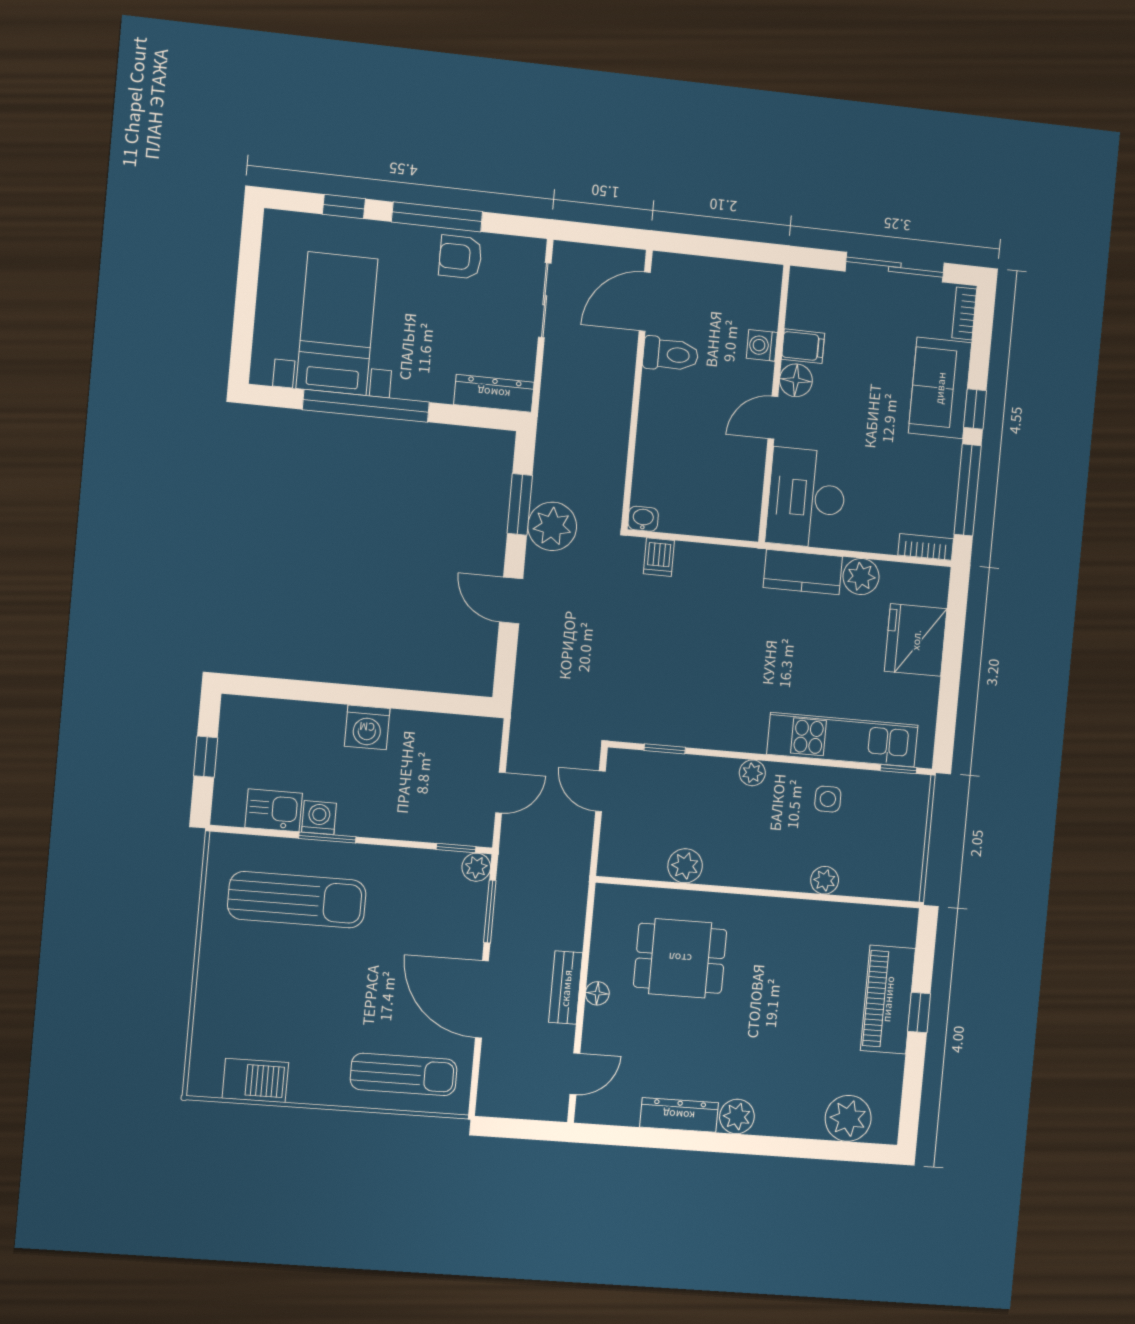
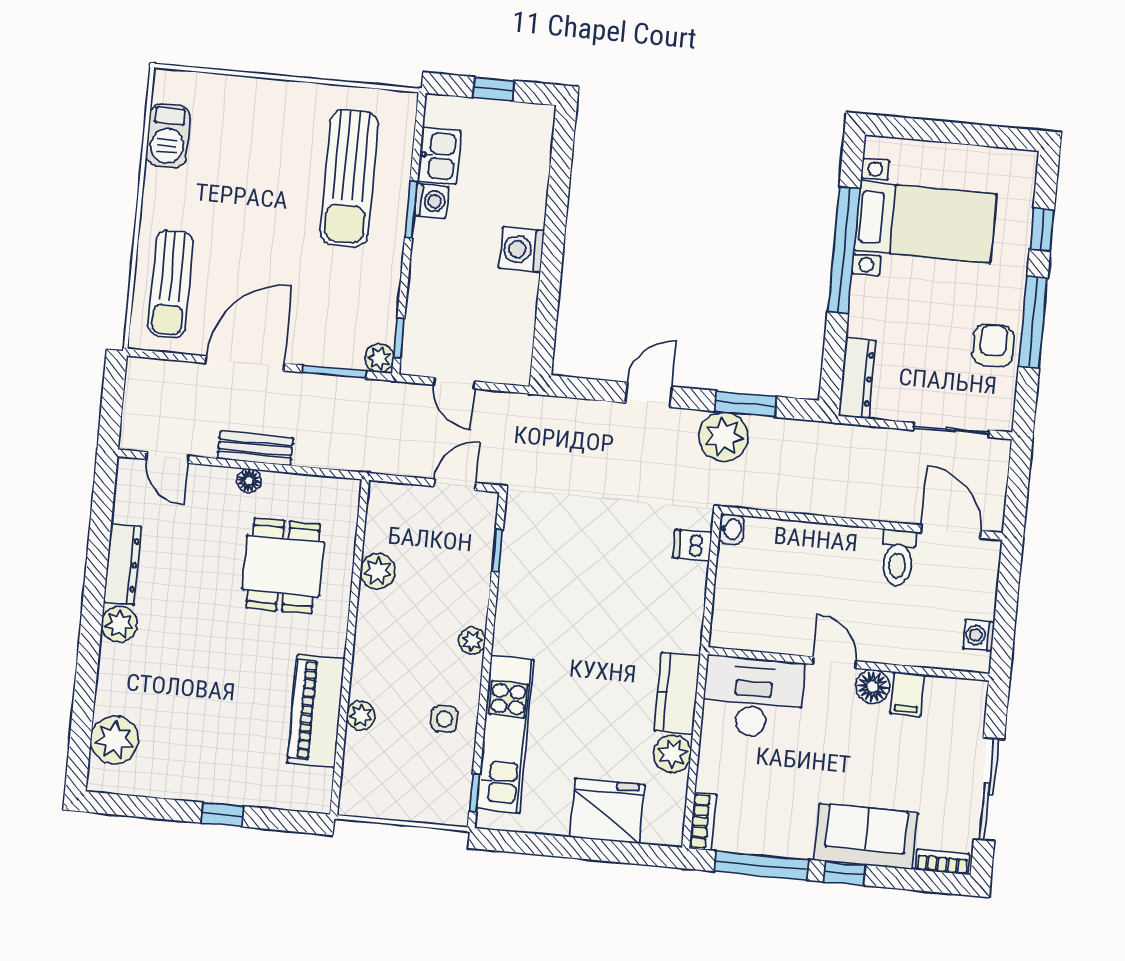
washing machine: (762, 345) -> (979, 635), moved, turned -90
piano: (888, 999) -> (316, 711), moved, turned -90

